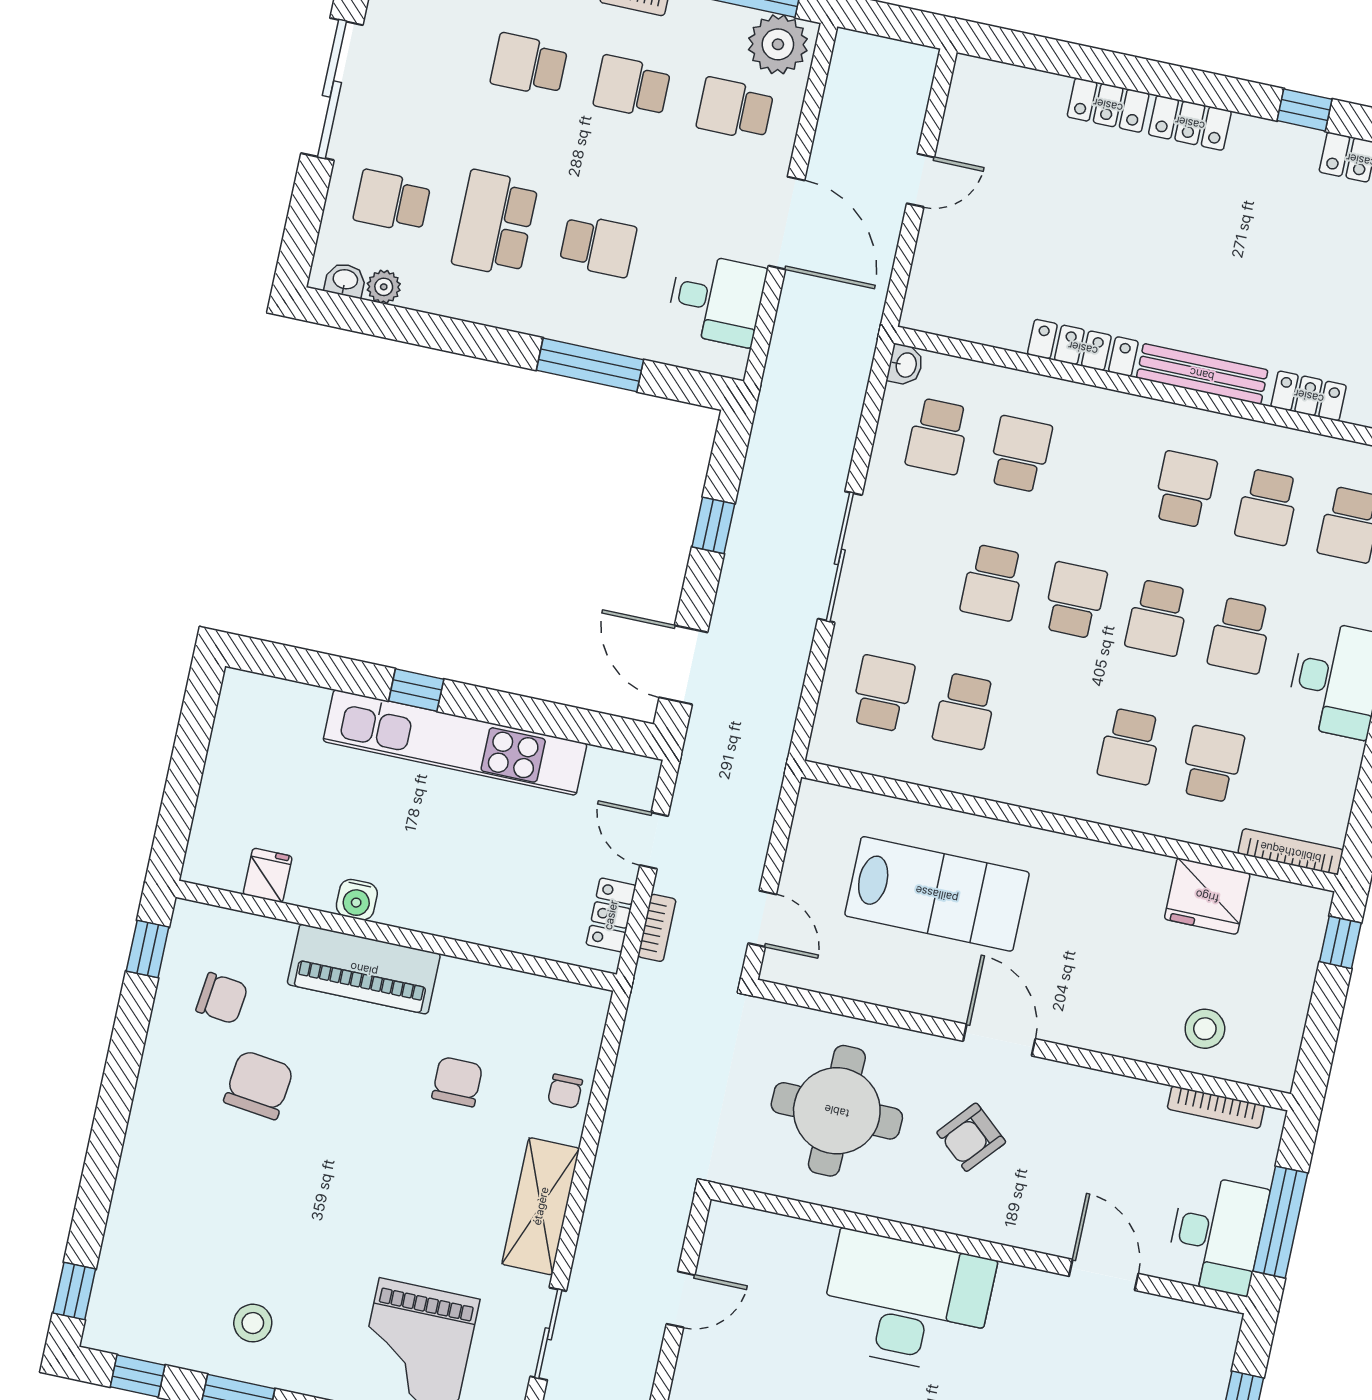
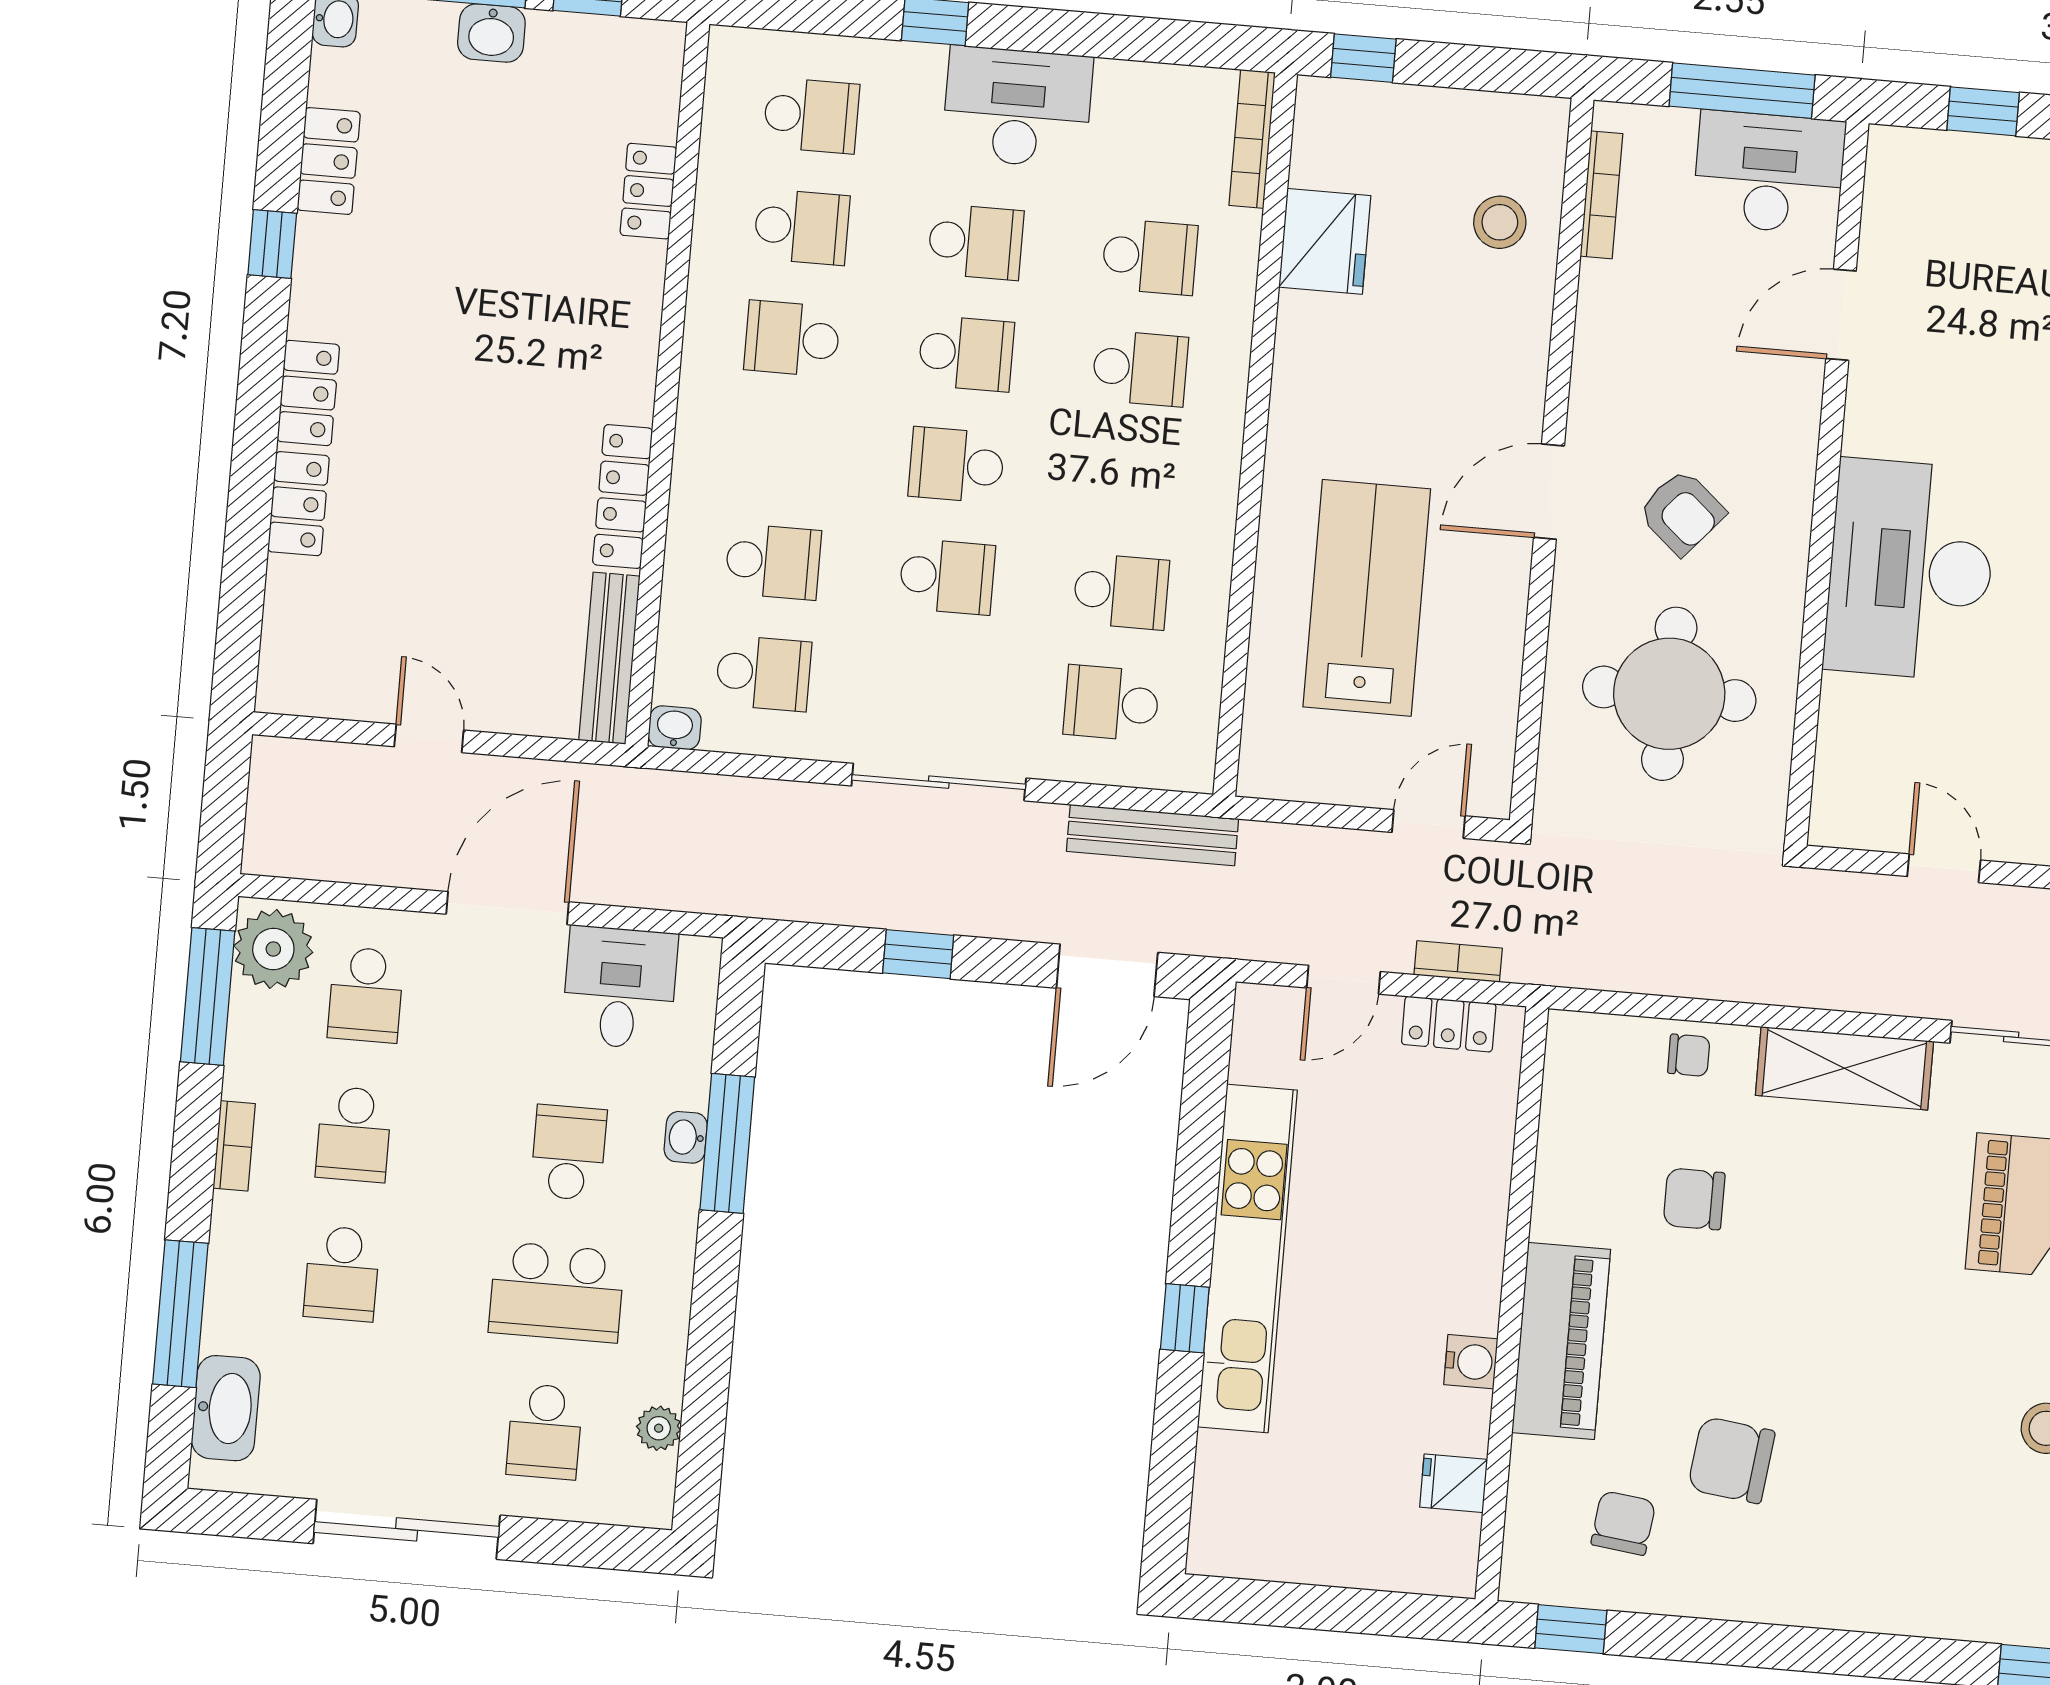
washbasin: (345, 280) -> (686, 1137), moved
bench: (1202, 374) -> (609, 658), moved
school desk: (1020, 454) -> (773, 562), turned 180
bench: (780, 712) -> (1152, 835), added
school desk: (1212, 764) -> (1150, 257), turned 180

